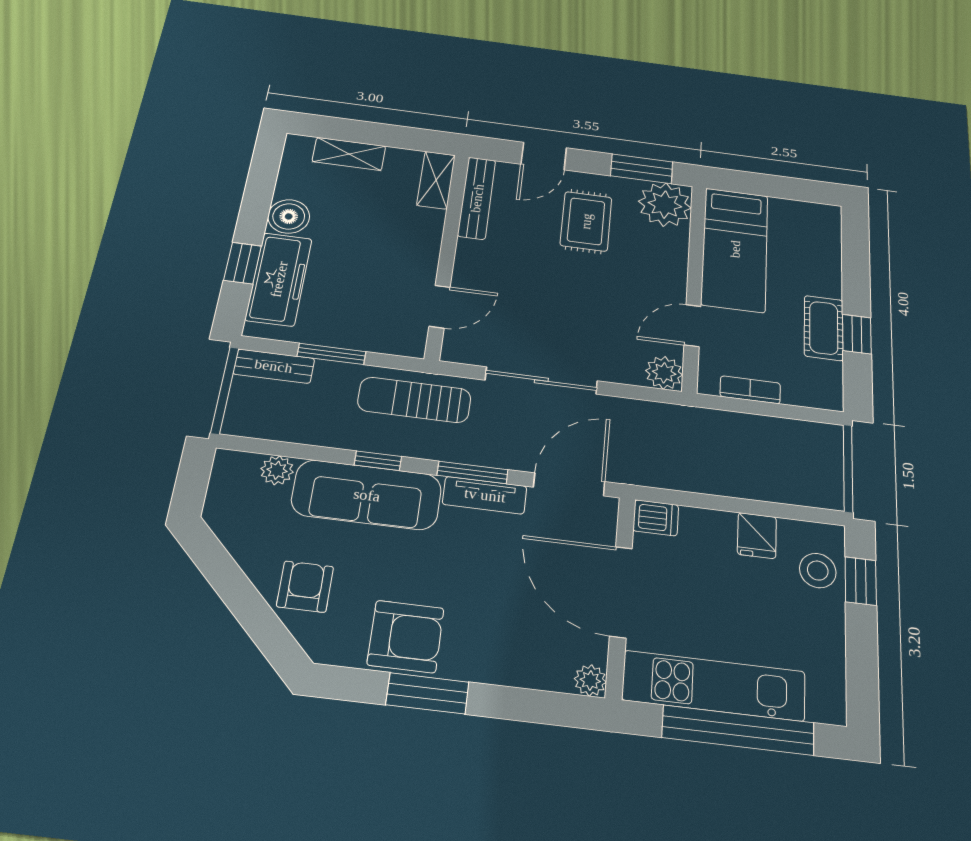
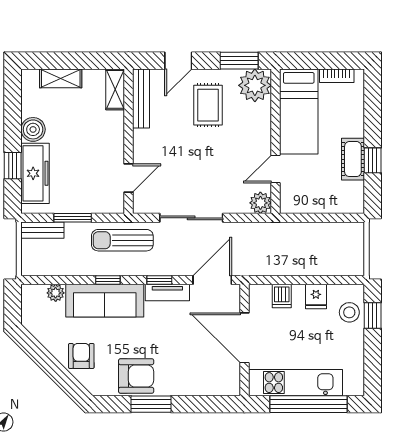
bookcase: (750, 390) -> (337, 76), moved, turned 180
window: (473, 472) -> (159, 280), width x0.67
dishwasher: (656, 518) -> (282, 296), moved, turned 90
plant: (590, 680) -> (232, 387), removed

